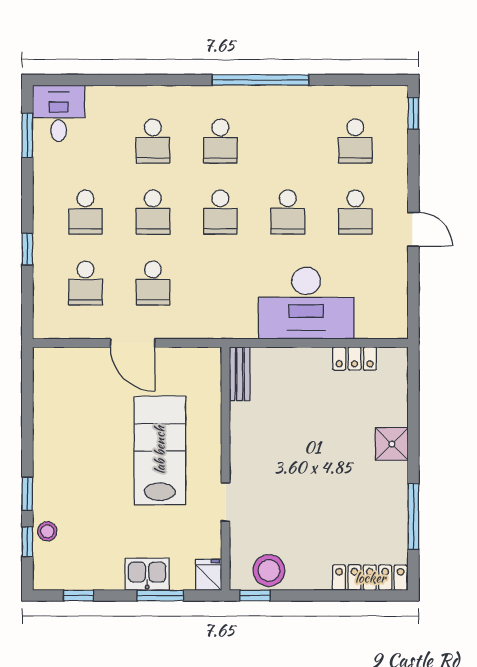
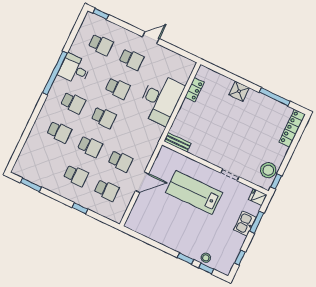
desk: (59, 113) -> (74, 69), moved

